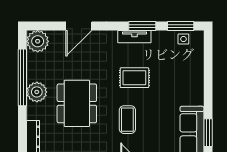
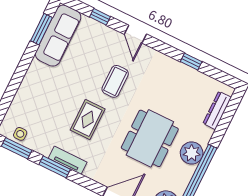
rug: (134, 78) -> (88, 119), turned 90
dining table: (77, 103) -> (150, 138), moved

